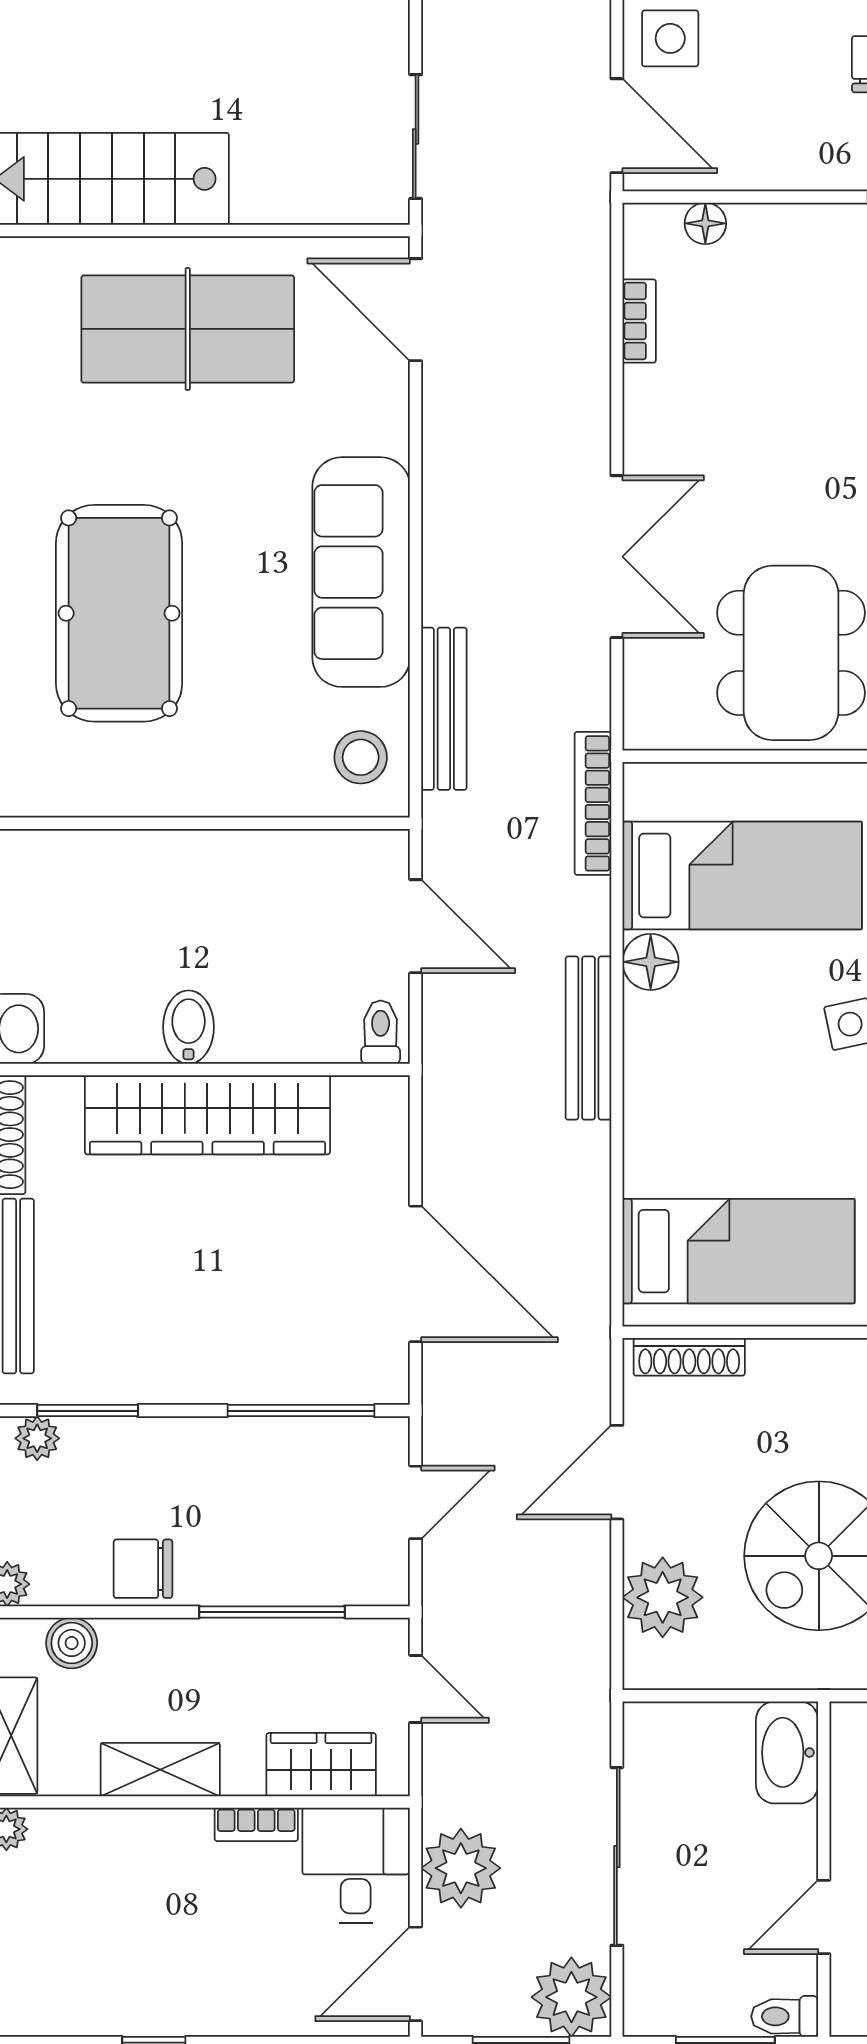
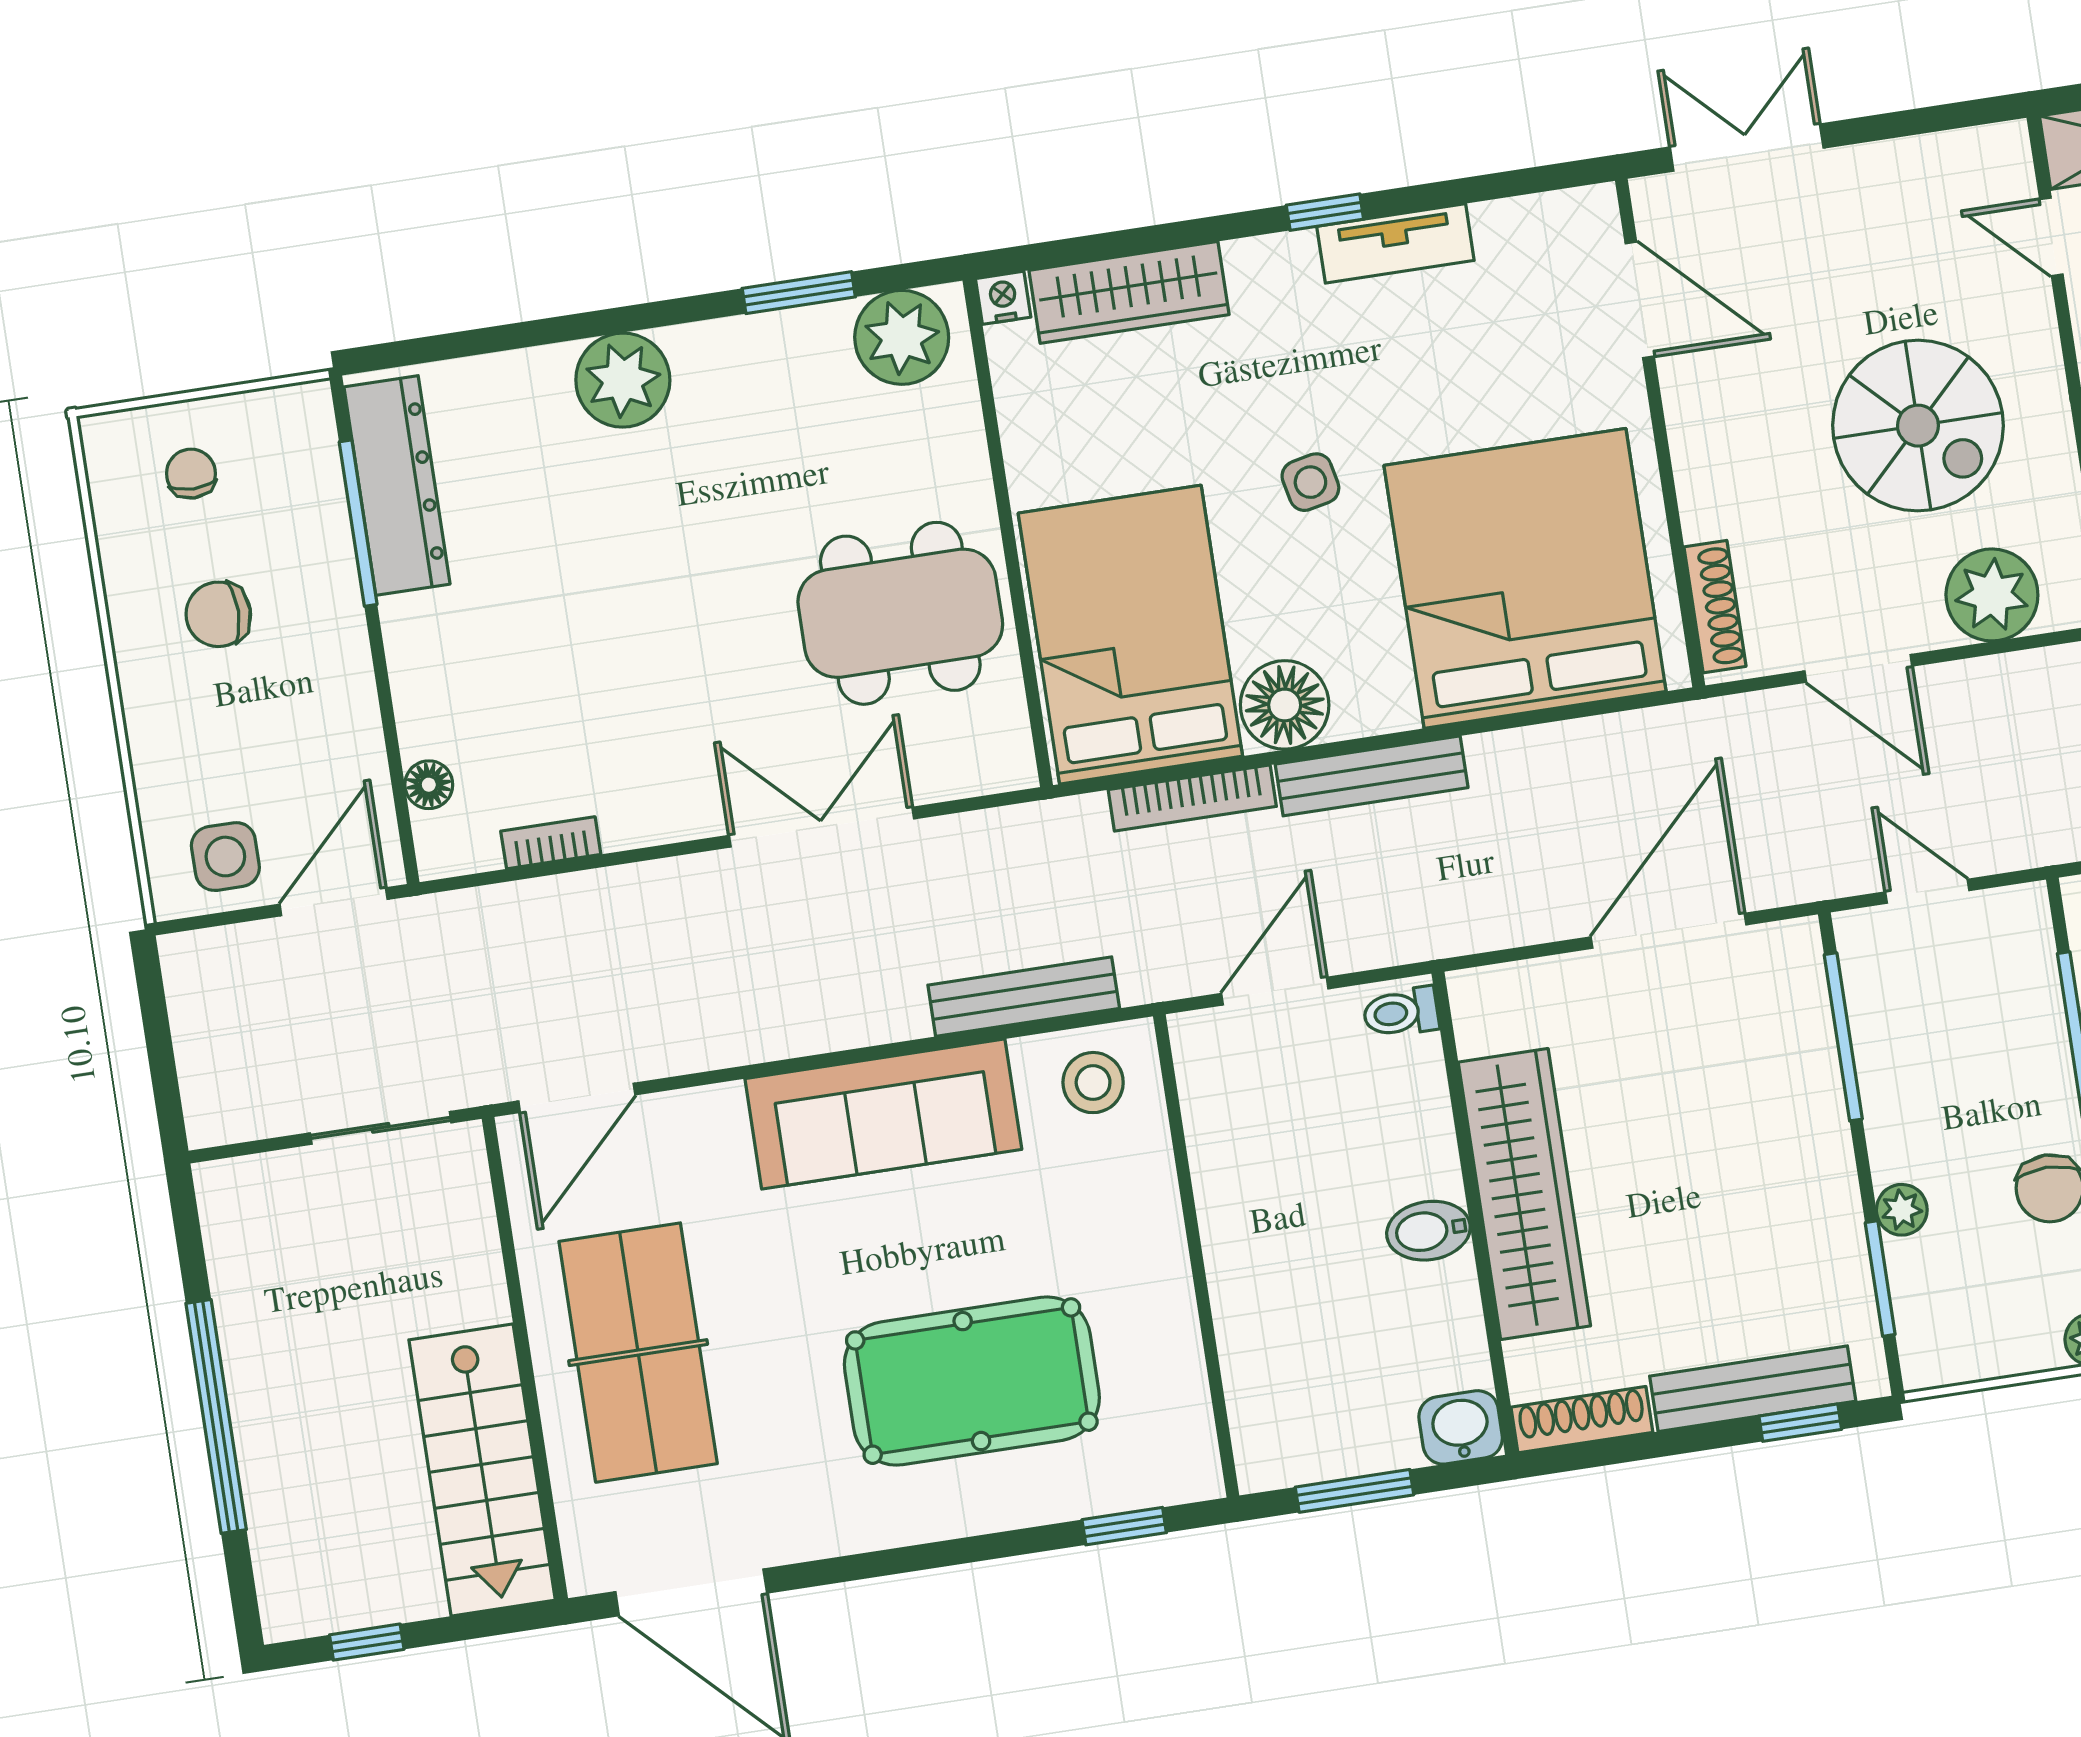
bookcase: (593, 803) -> (1192, 798), moved
bed: (742, 875) -> (1130, 635), width x1.50
floor lamp: (651, 962) -> (1285, 705), width x1.38, depth x1.38
bed: (739, 1251) -> (1525, 578), width x2.04
plant: (37, 1438) -> (1902, 1210), moved

